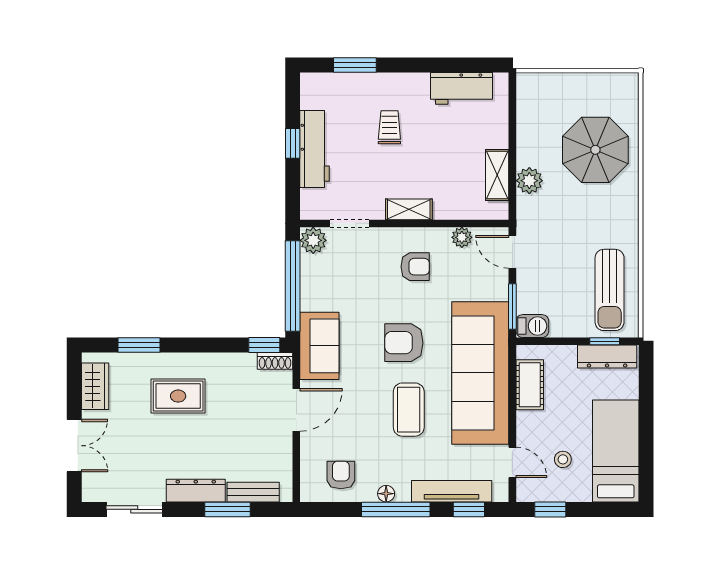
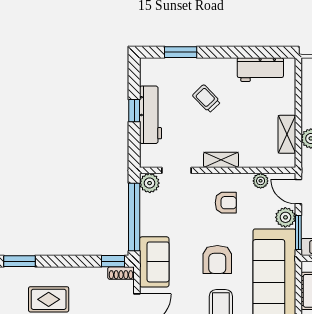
trolley: (389, 127) -> (207, 99), turned -44
plant: (495, 286) -> (285, 217), added
armchair: (404, 343) -> (217, 259), turned -90

